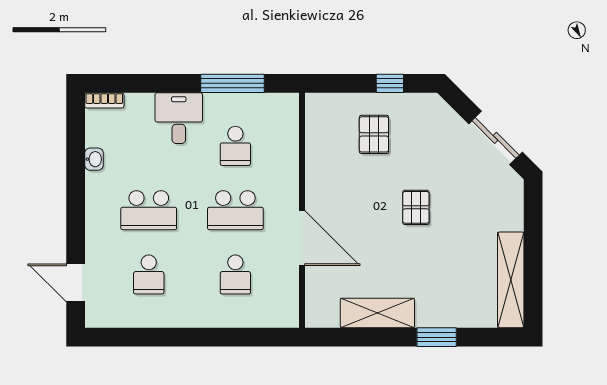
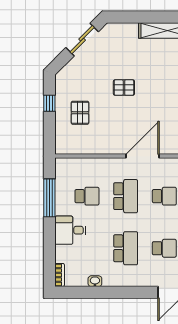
pallet: (374, 134) -> (80, 113), turned 90

